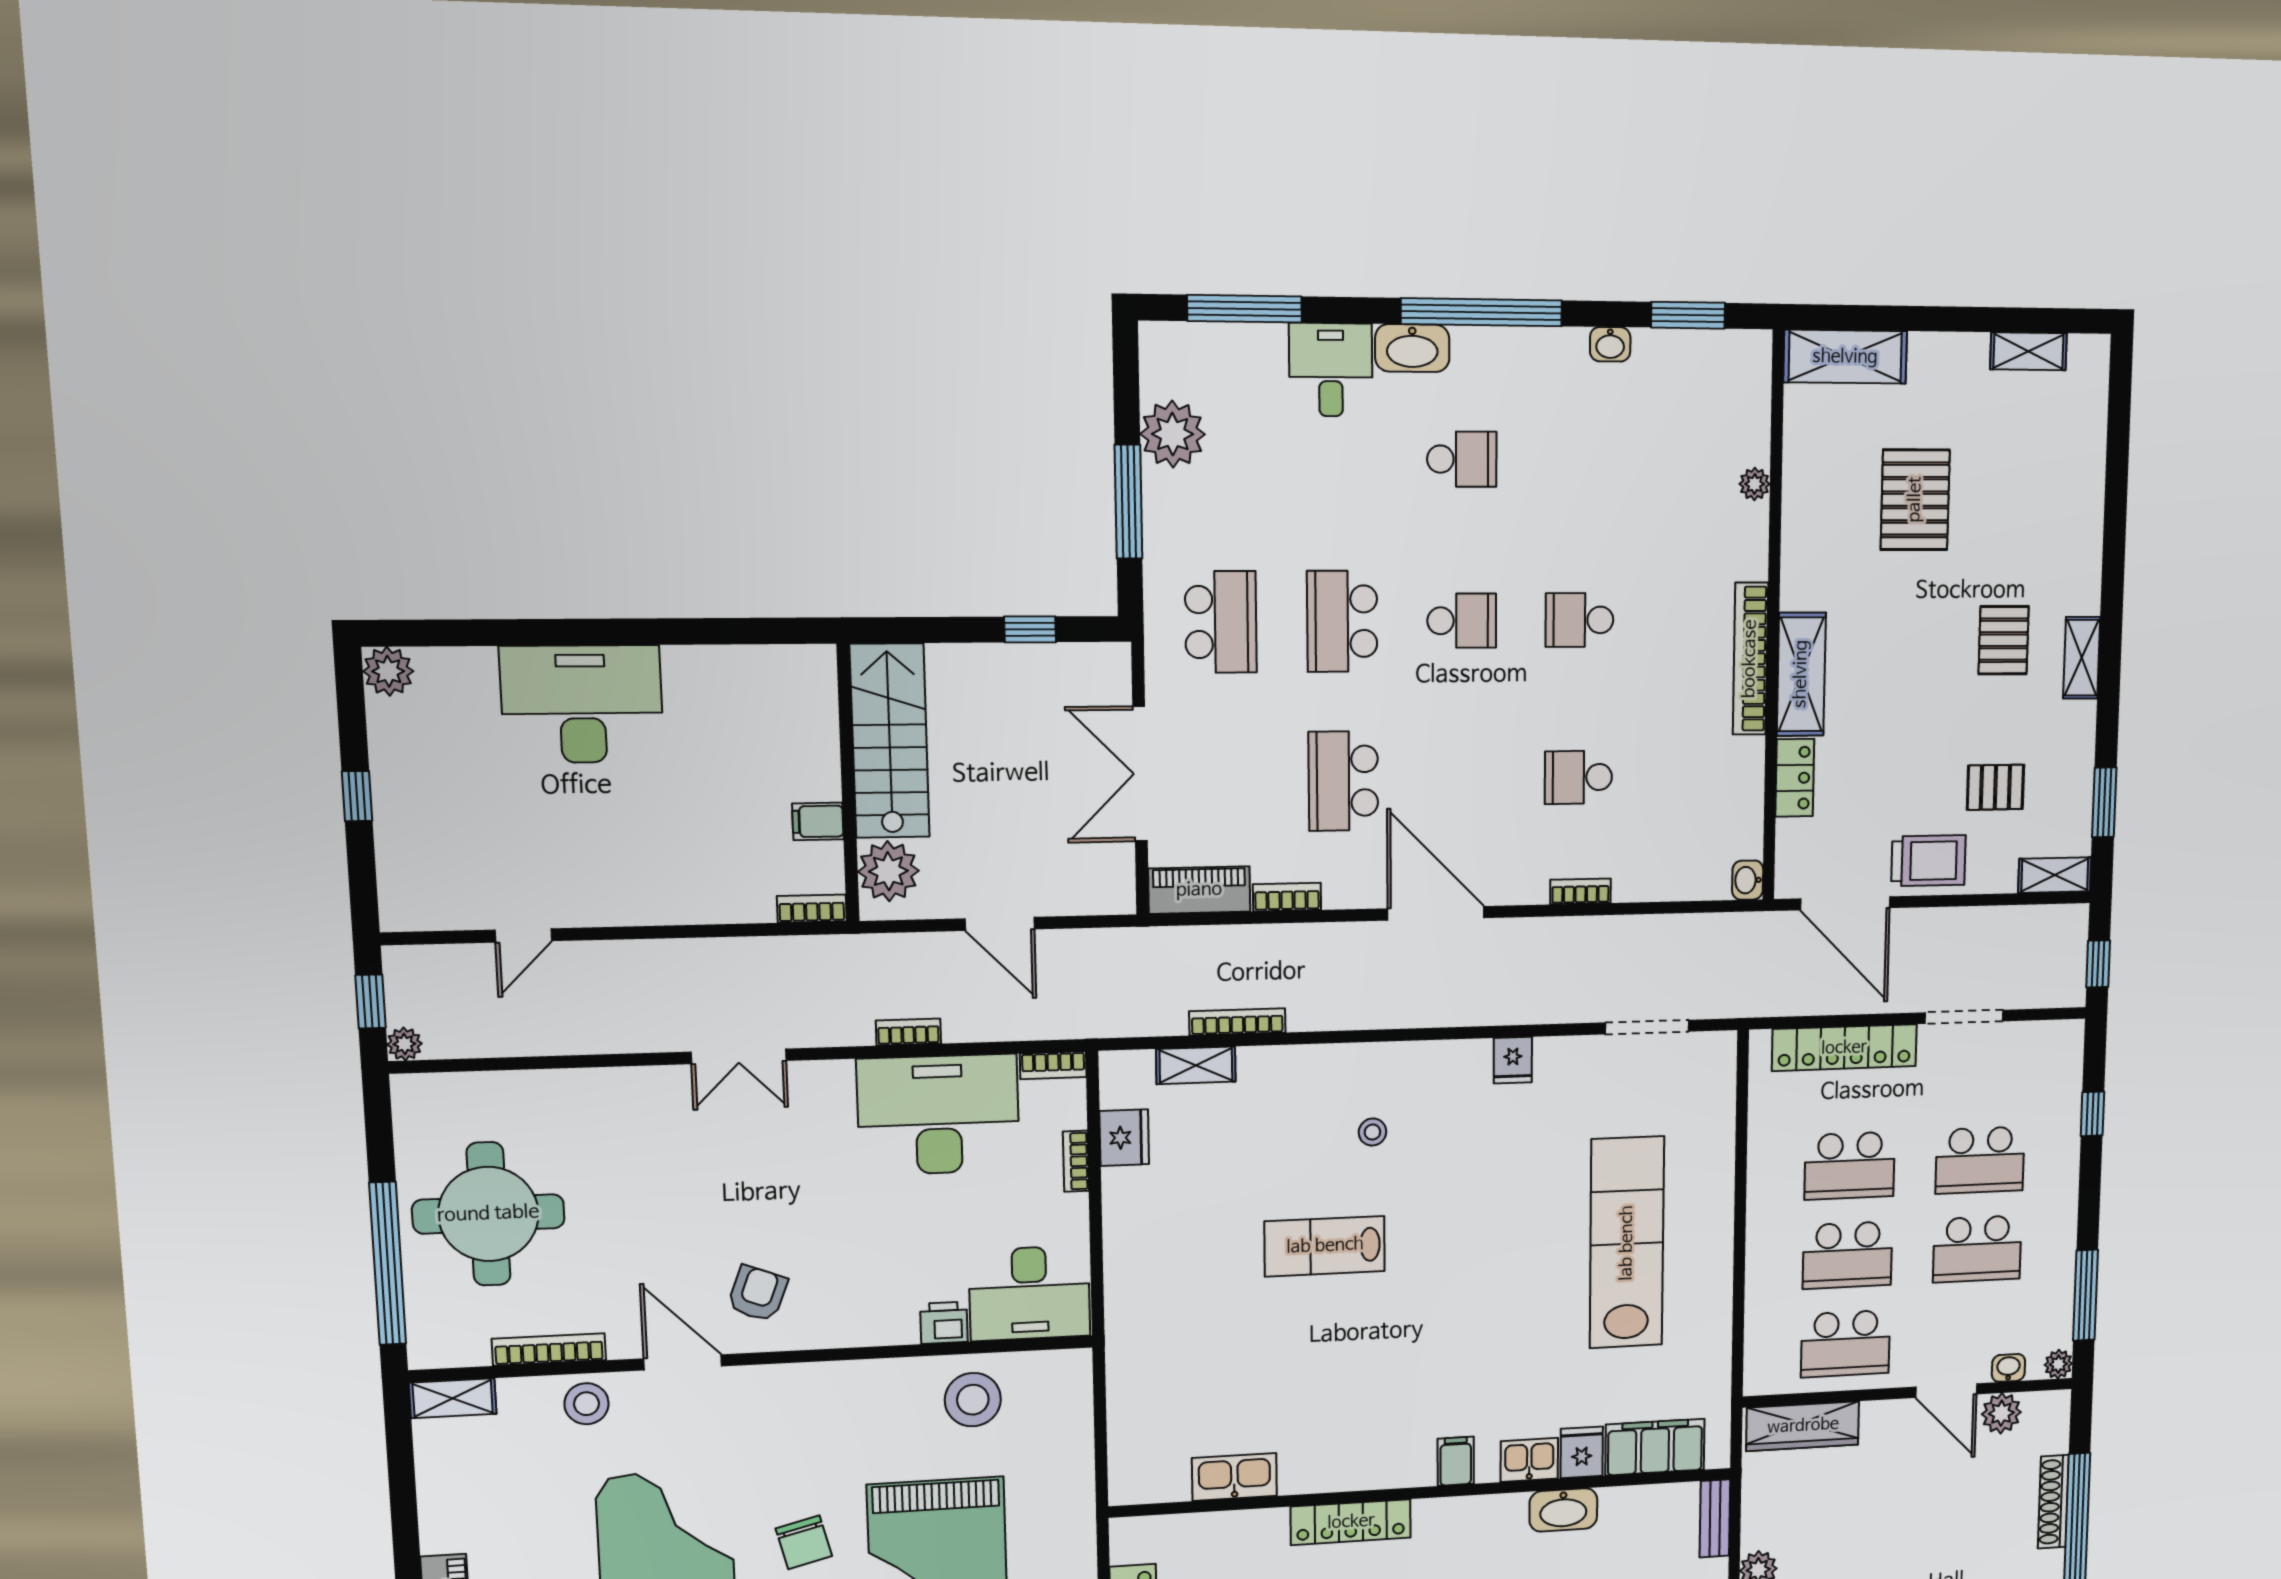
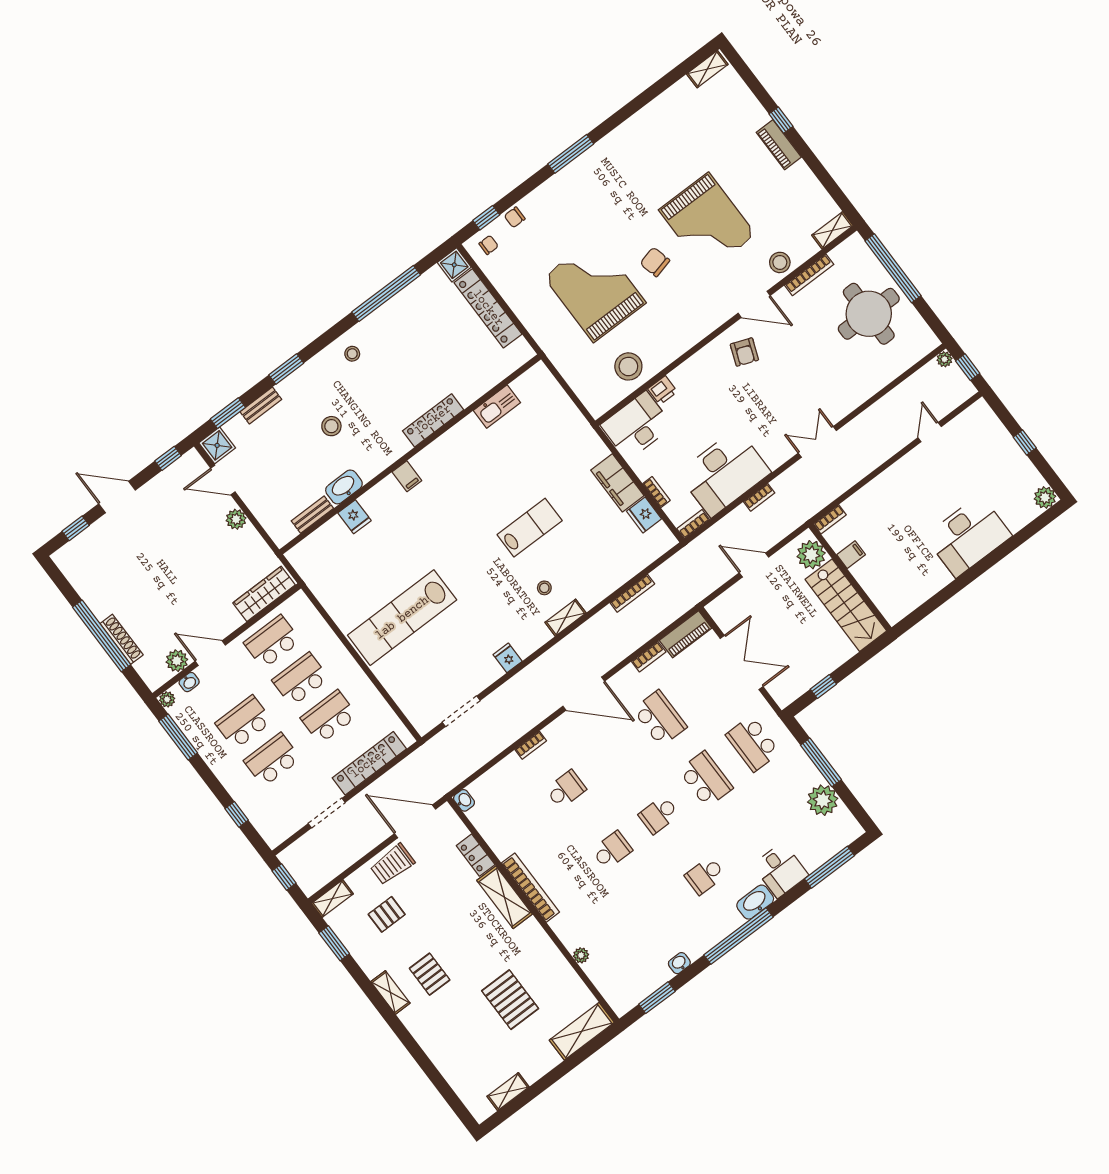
shelving: (1196, 1065) -> (565, 618), moved
lab bench: (1627, 1243) -> (402, 618), turned 90
filing cabinet: (1655, 1447) -> (617, 483), moved, turned 90
kitchen sink: (1529, 1460) -> (375, 498), removed
bench: (1715, 1518) -> (312, 515), moved, turned 90

